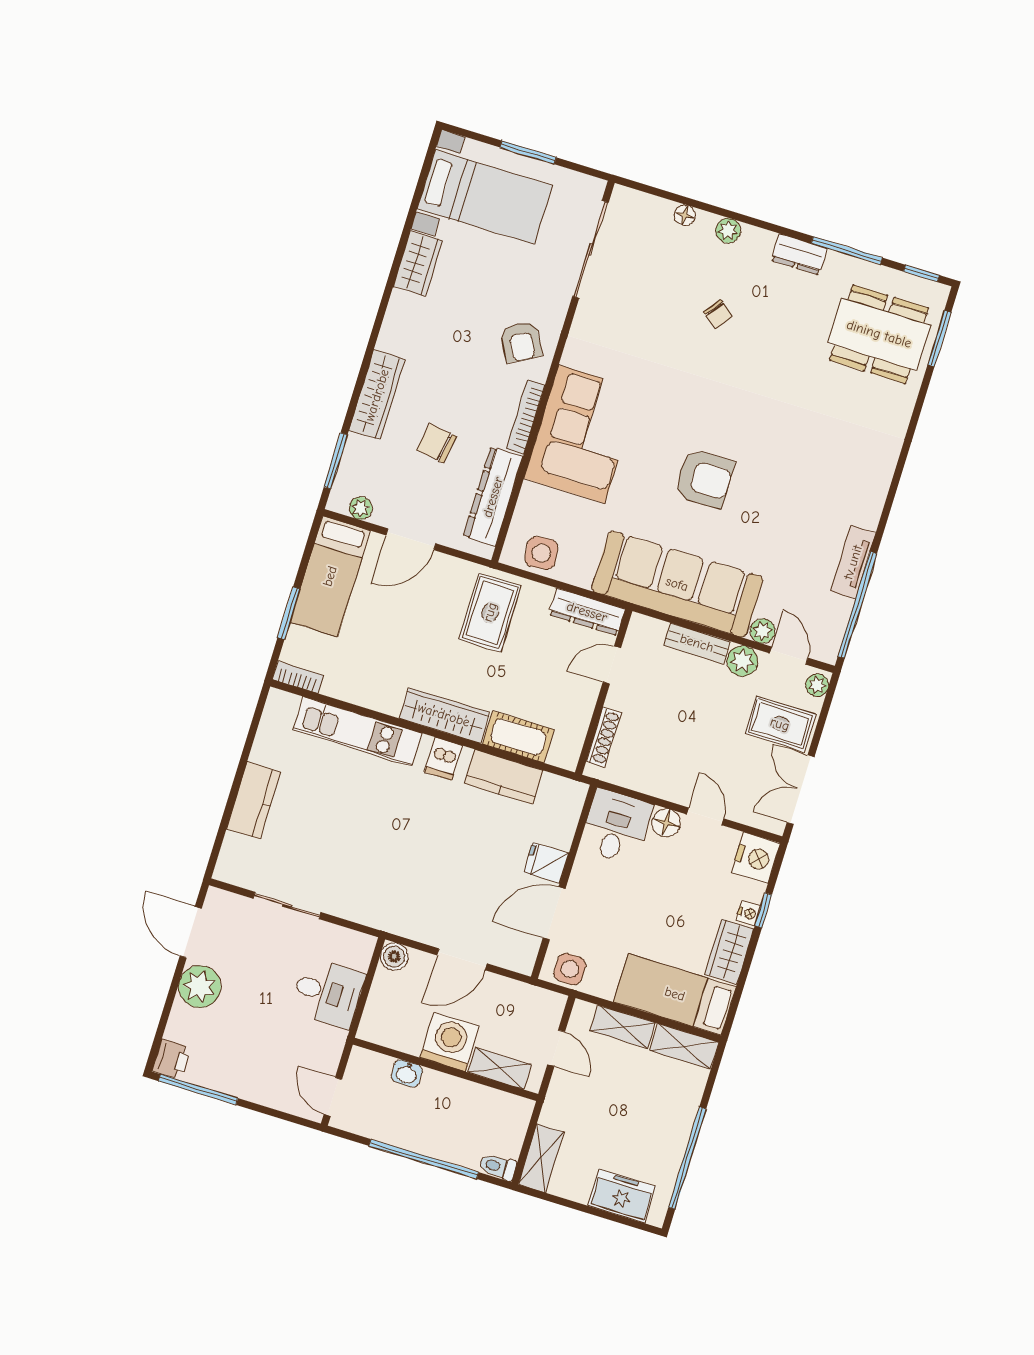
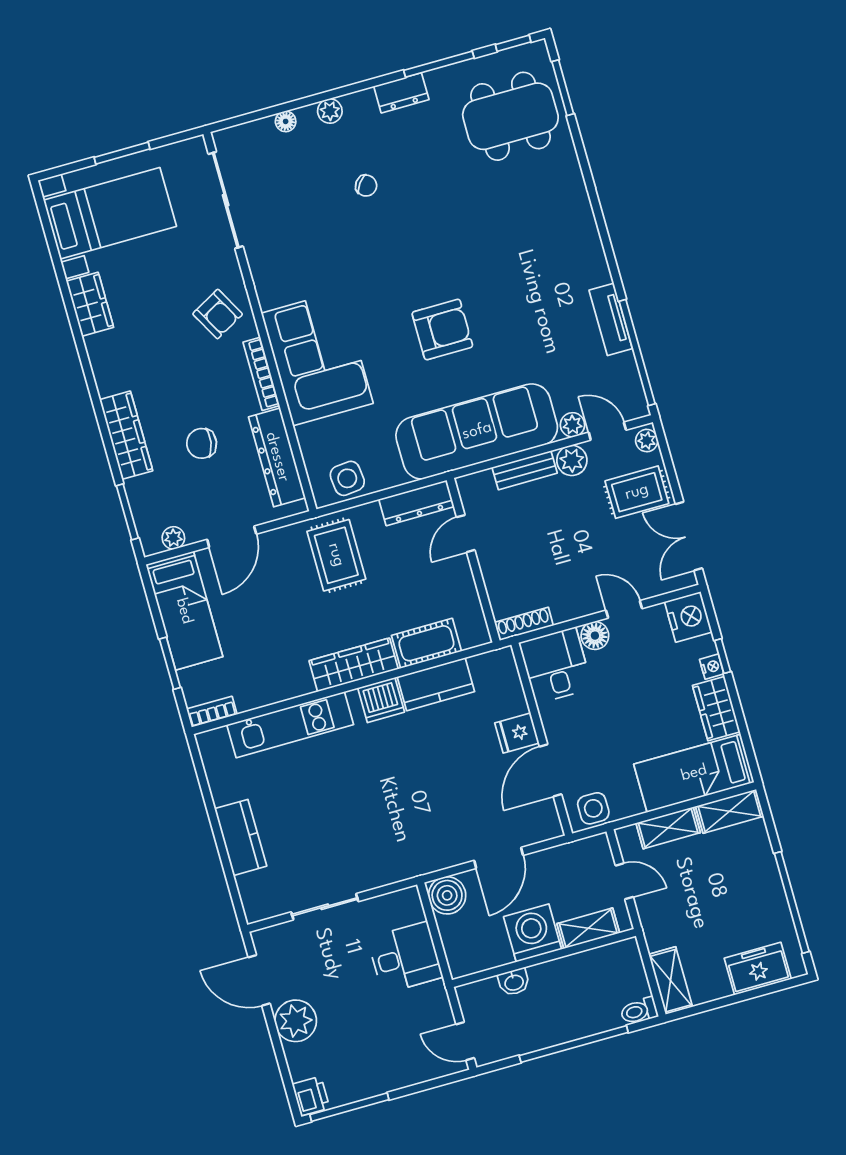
shoe rack: (604, 737) -> (524, 624), moved, turned -90
dishwasher: (443, 759) -> (381, 700), width x1.38
boiler: (394, 957) -> (447, 895), width x1.36, depth x1.36

